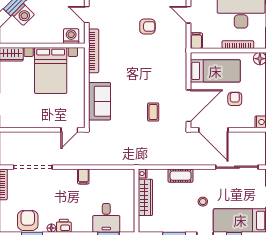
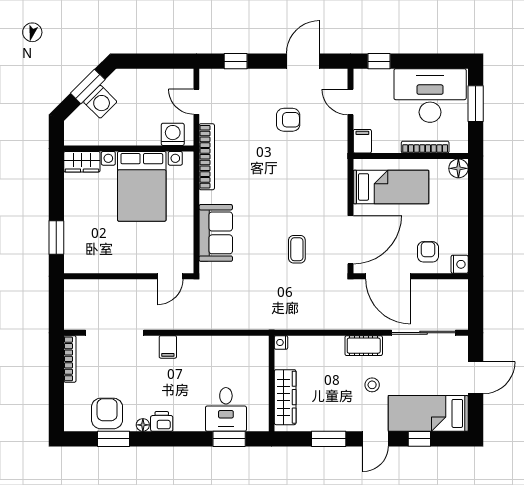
armchair: (235, 99) -> (428, 252), moved
cot: (181, 176) -> (364, 346), moved
filing cabinet: (83, 177) -> (168, 347), moved
wardrobe: (145, 197) -> (285, 397), moved

